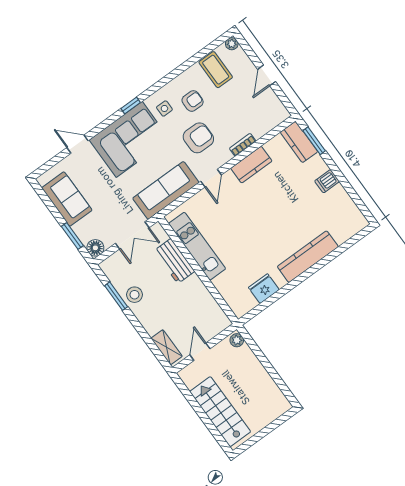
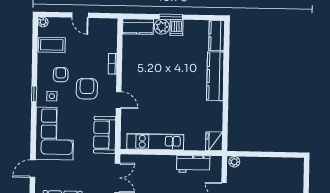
window: (131, 105) -> (34, 94), moved
window: (314, 141) -> (171, 17), moved
kitchen counter: (251, 165) -> (217, 36), moved, turned 180
plant: (317, 166) -> (162, 27), added
sofa: (166, 190) -> (105, 135), width x0.73
workbench: (174, 261) -> (193, 164), moved
fridge: (264, 289) -> (214, 141), moved

